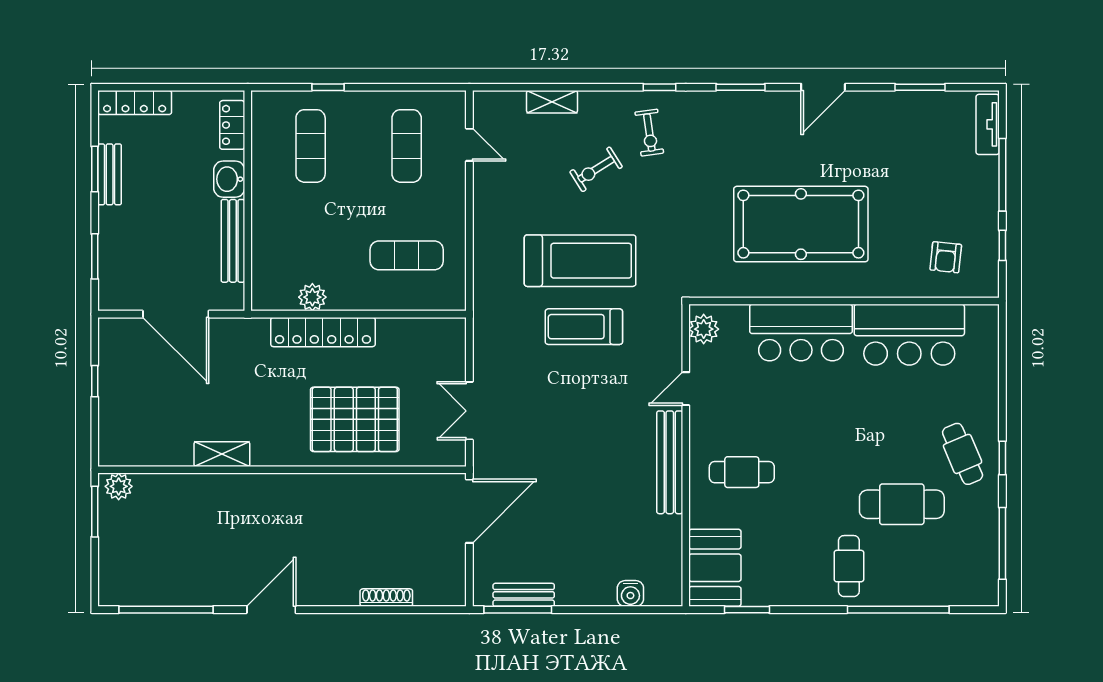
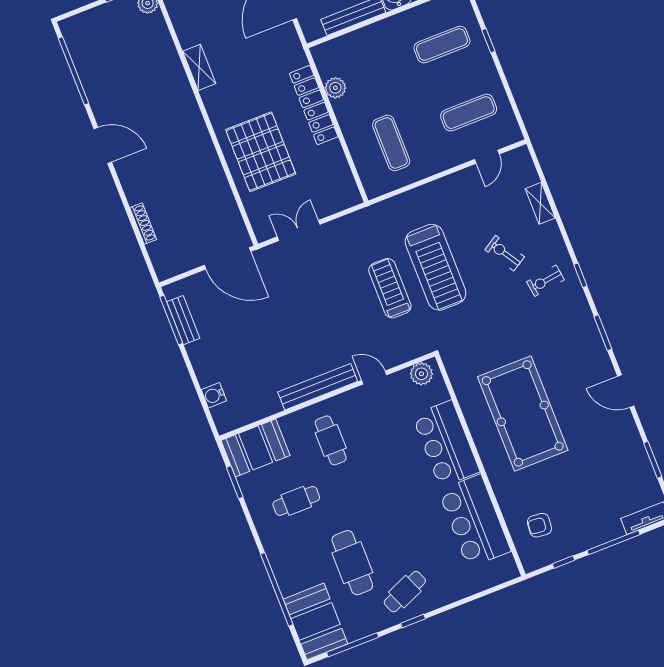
cafe table: (849, 566) -> (296, 501), moved
booth: (956, 578) -> (315, 621), added

